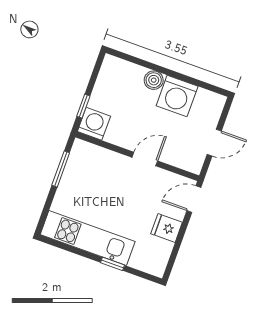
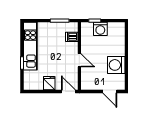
boiler: (154, 80) -> (120, 51), removed
washing machine: (94, 124) -> (100, 29), moved, turned 90
door: (214, 143) -> (110, 92), moved
dishwasher: (98, 158) -> (72, 37), added

